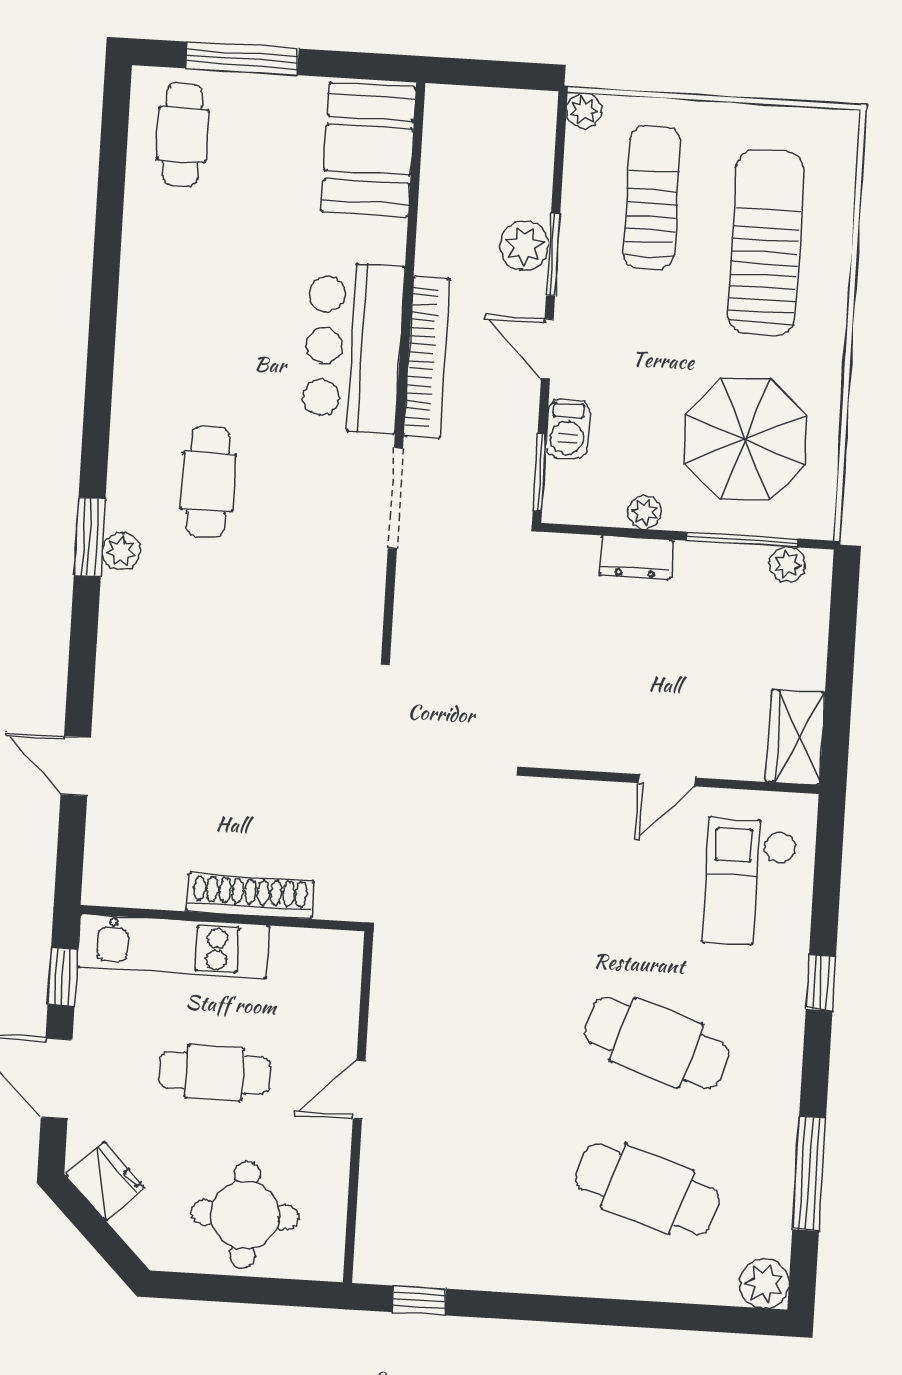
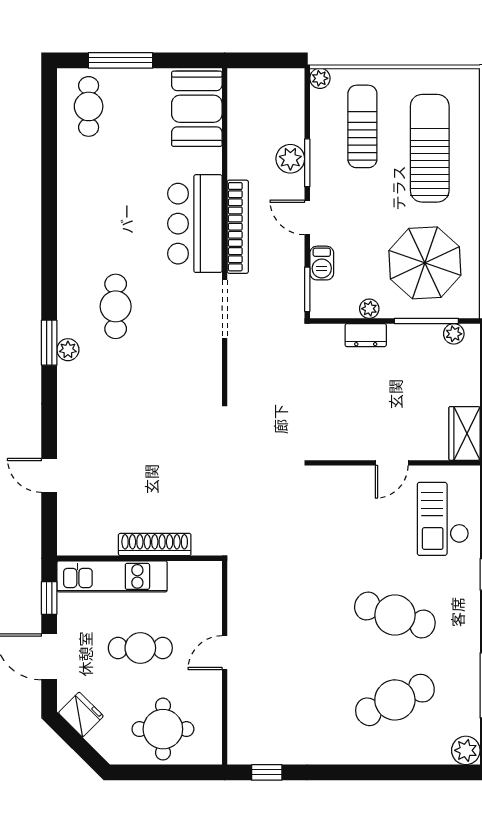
cafe table: (648, 1189) -> (395, 700), turned -42

